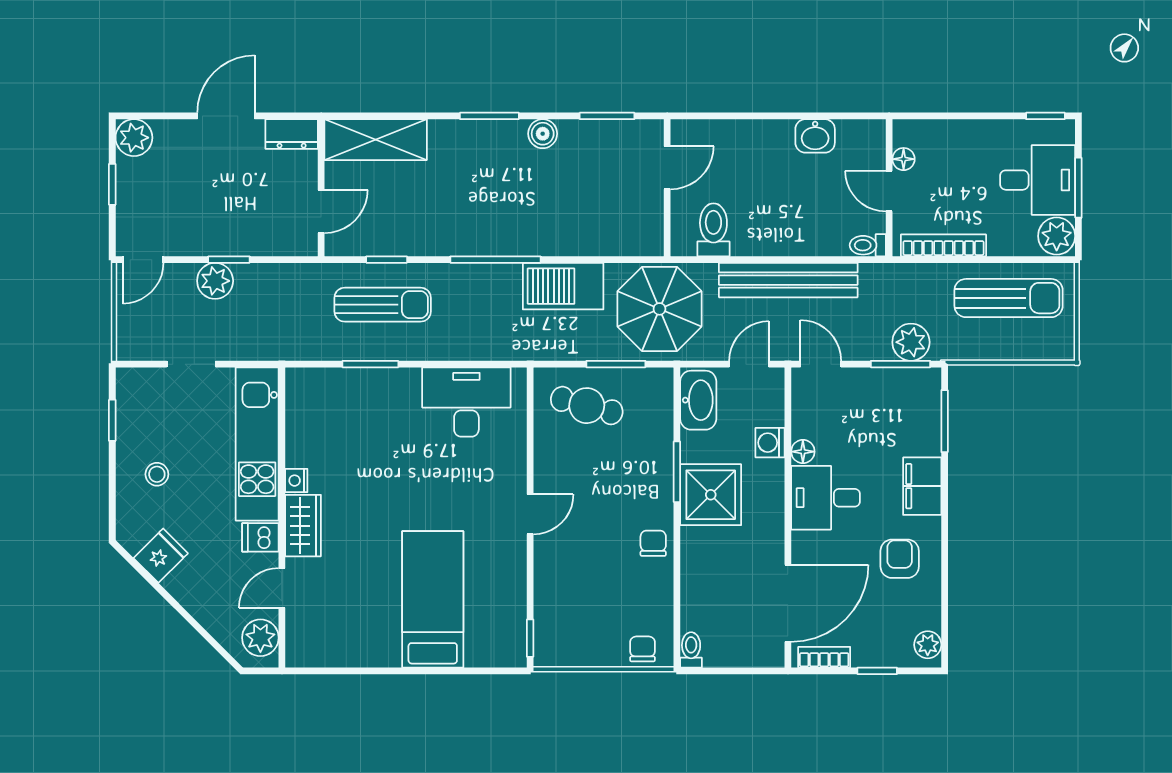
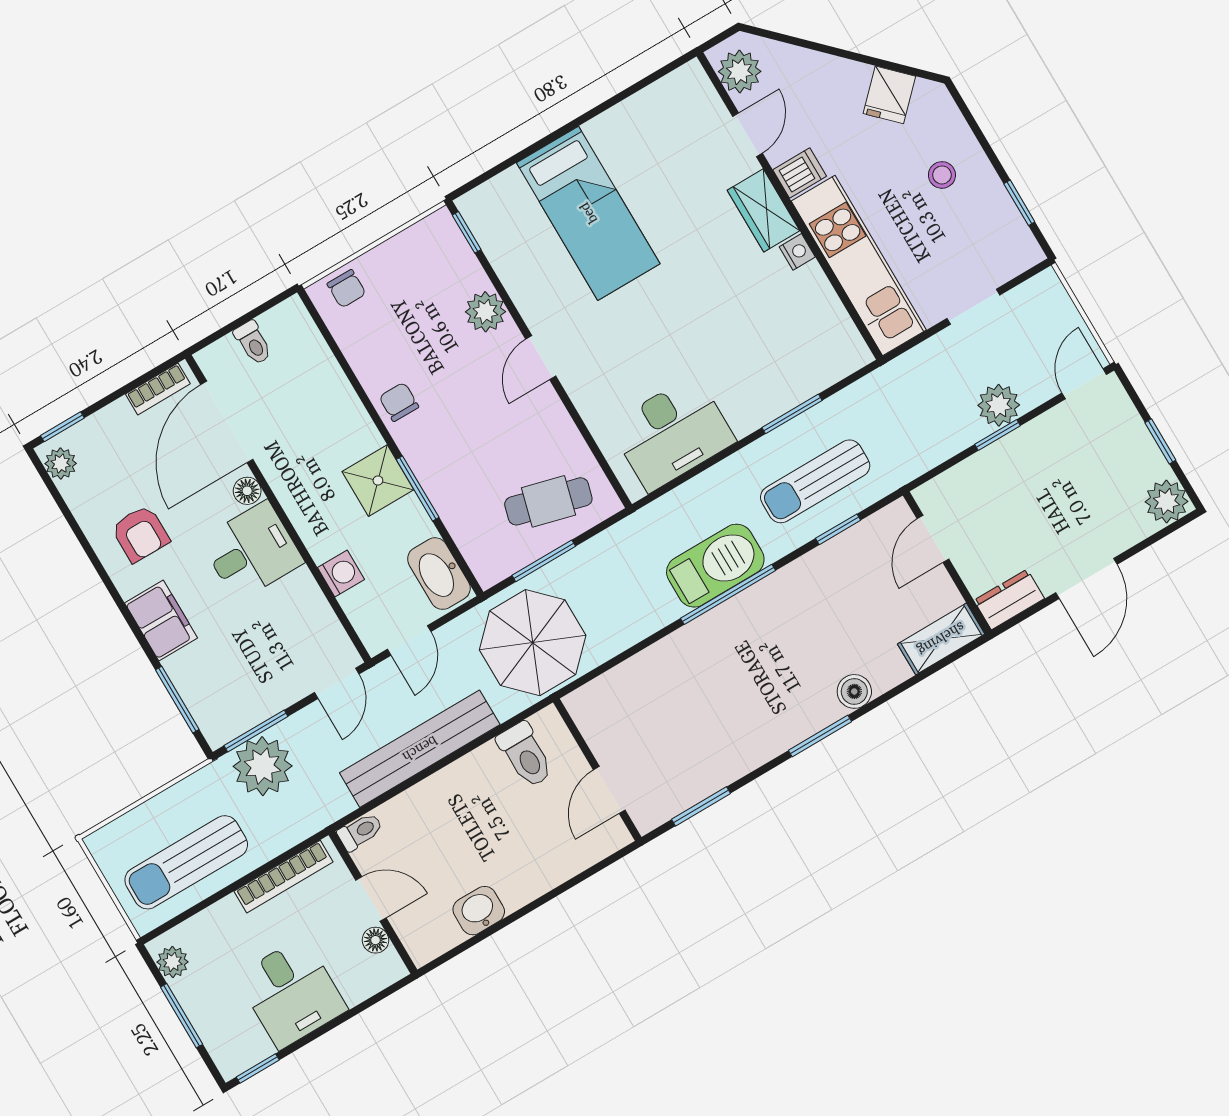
boiler: (543, 134) -> (854, 691), moved
shelving: (376, 140) -> (941, 639), width x0.67, depth x0.75
desk: (1038, 180) -> (292, 993), moved, turned -90
plant: (1057, 236) -> (173, 962), width x0.73, depth x0.73
barbecue: (563, 286) -> (715, 566), moved
plant: (911, 342) -> (263, 766), width x1.36, depth x1.36
door: (821, 364) -> (337, 683), hinge flipped
floor lamp: (803, 452) -> (247, 491), moved
shower: (711, 495) -> (378, 481), width x0.73, depth x0.73
chair: (653, 543) -> (399, 402), turned 180
plant: (551, 572) -> (485, 312), added
toilet: (691, 650) -> (253, 343), moved
window: (877, 671) -> (62, 427), moved

